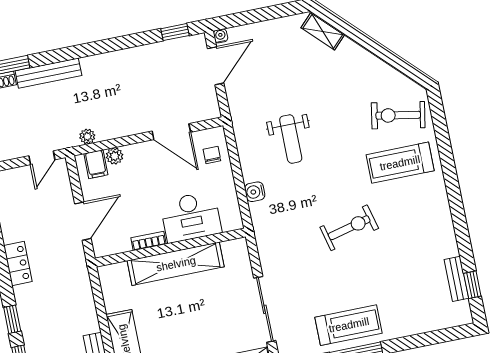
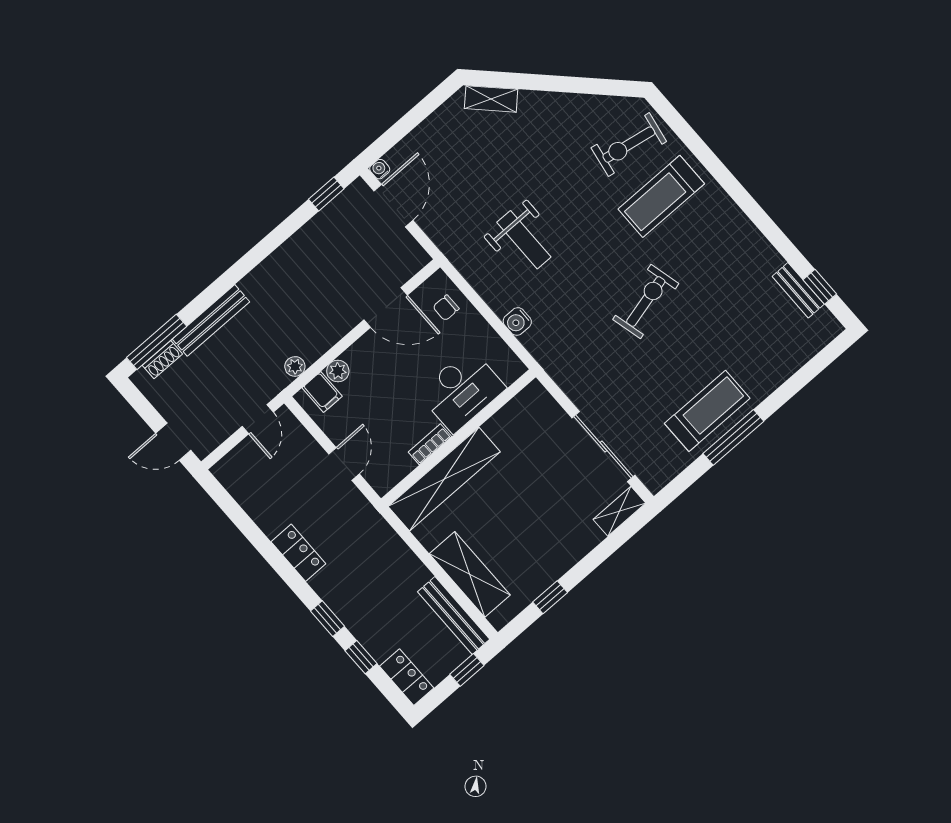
chair: (212, 155) -> (446, 308), turned -90
door: (83, 221) -> (344, 464), width x0.73
shelving: (176, 264) -> (444, 479), moved

